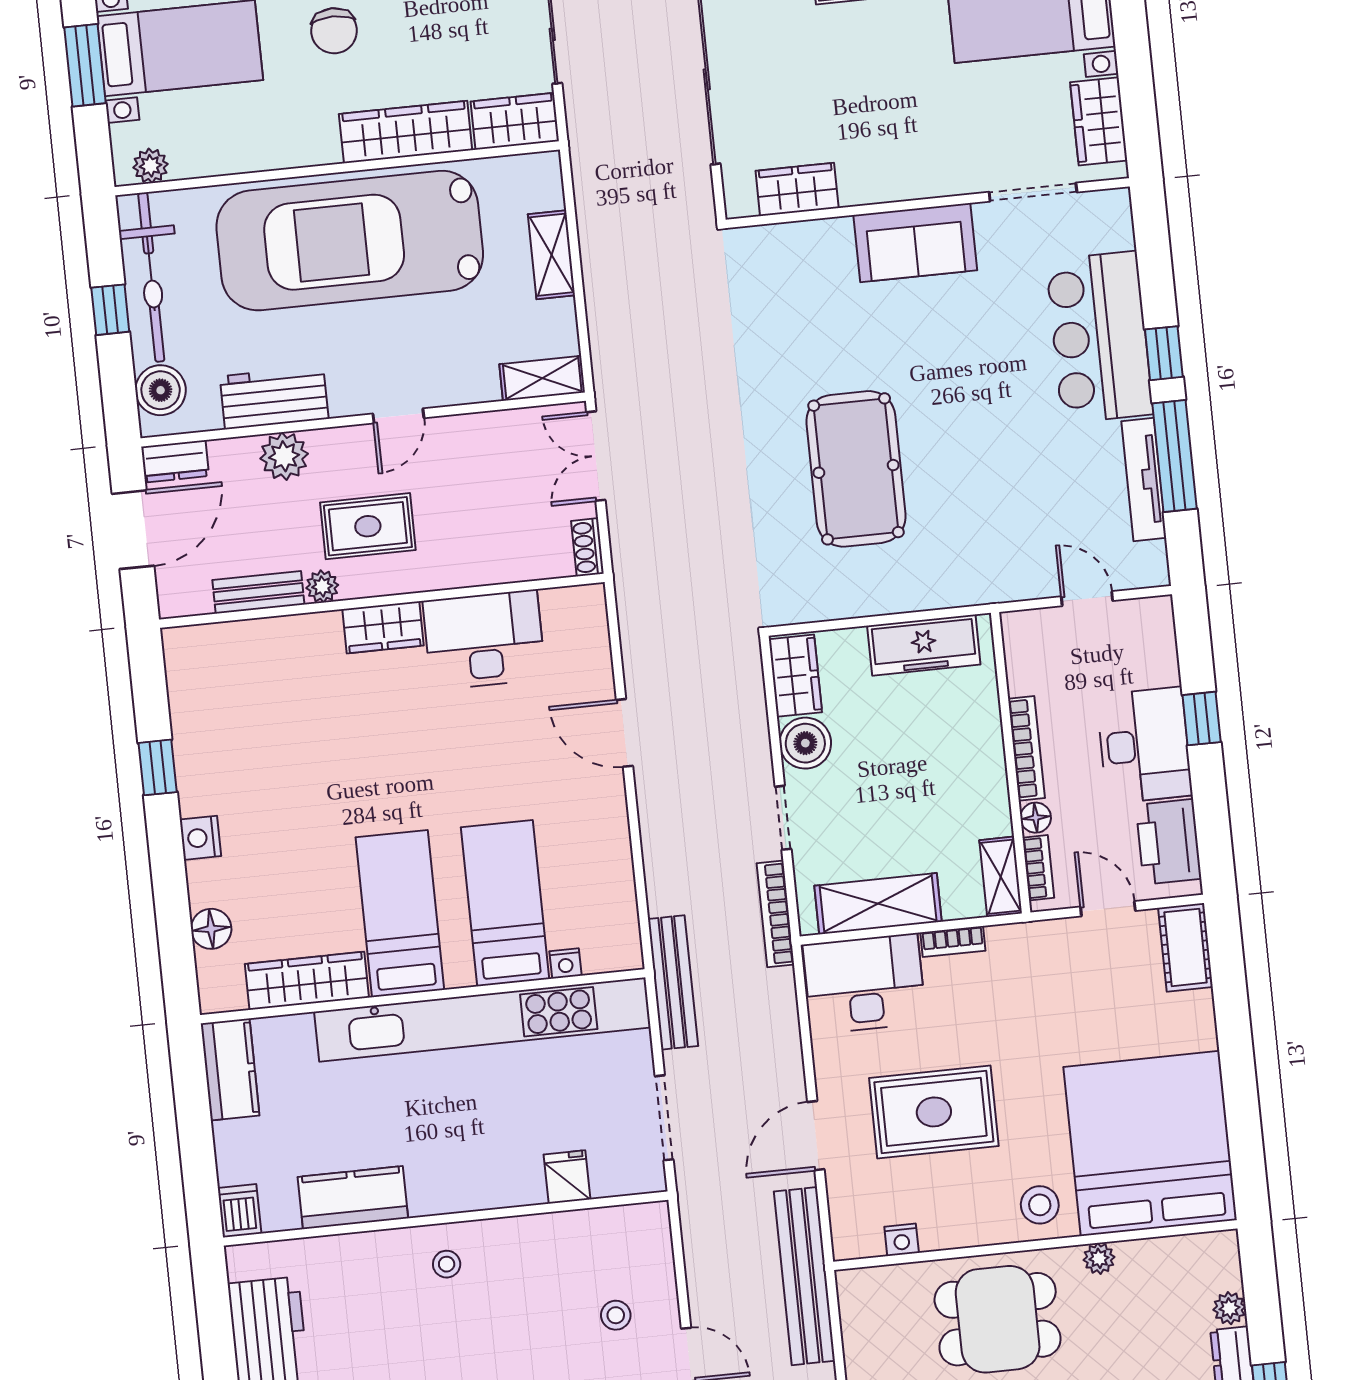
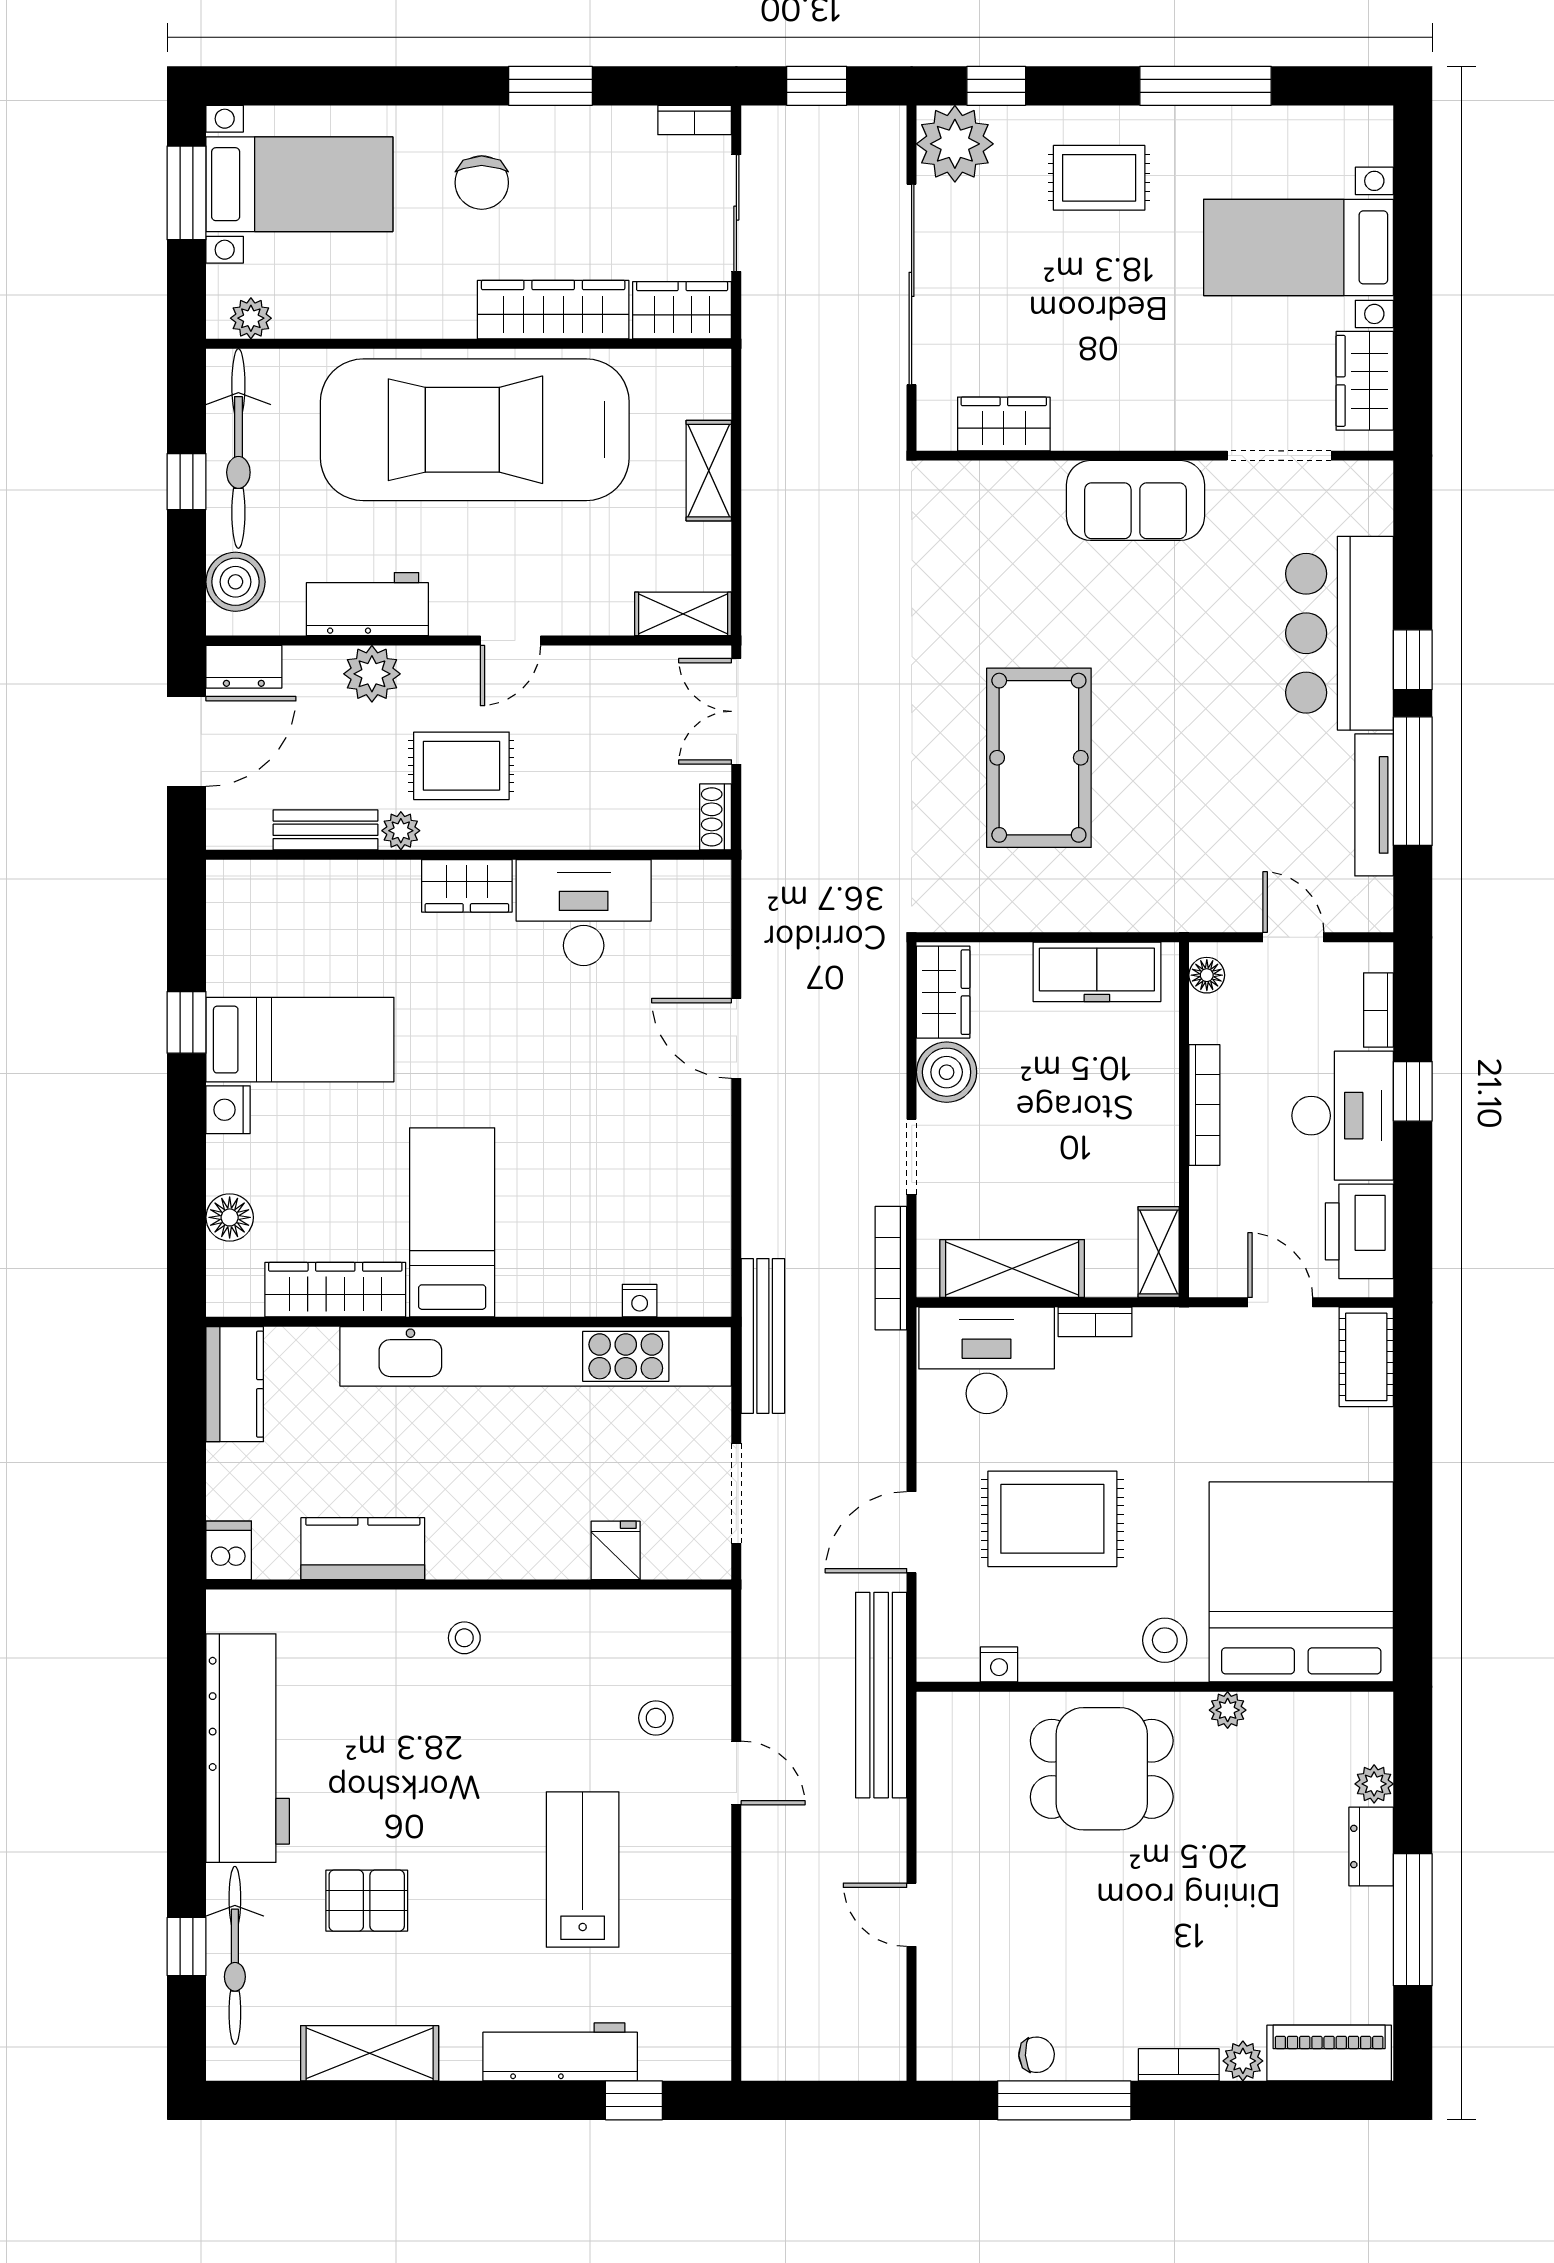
floor lamp: (1036, 818) -> (1207, 975), moved
bookcase: (1038, 868) -> (1378, 1010), moved, turned 180
bed: (505, 903) -> (300, 1040), moved, turned 90

